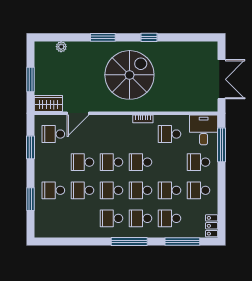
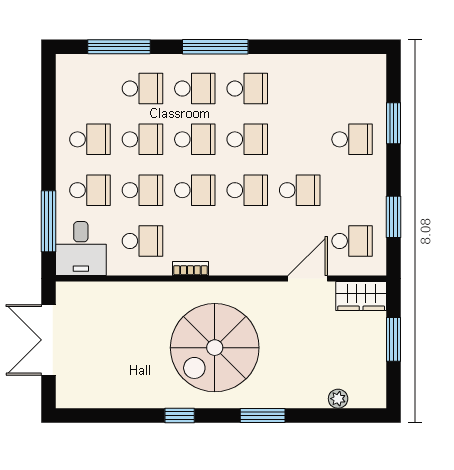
school desk: (82, 190) -> (142, 190), moved
locker: (212, 226) -> (66, 75), removed

